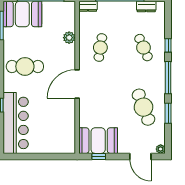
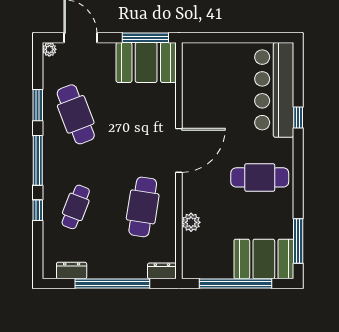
cafe table: (100, 48) -> (143, 207), width x1.37, depth x1.35
cafe table: (143, 48) -> (76, 207), turned 45
window: (99, 156) -> (145, 38), width x2.17

